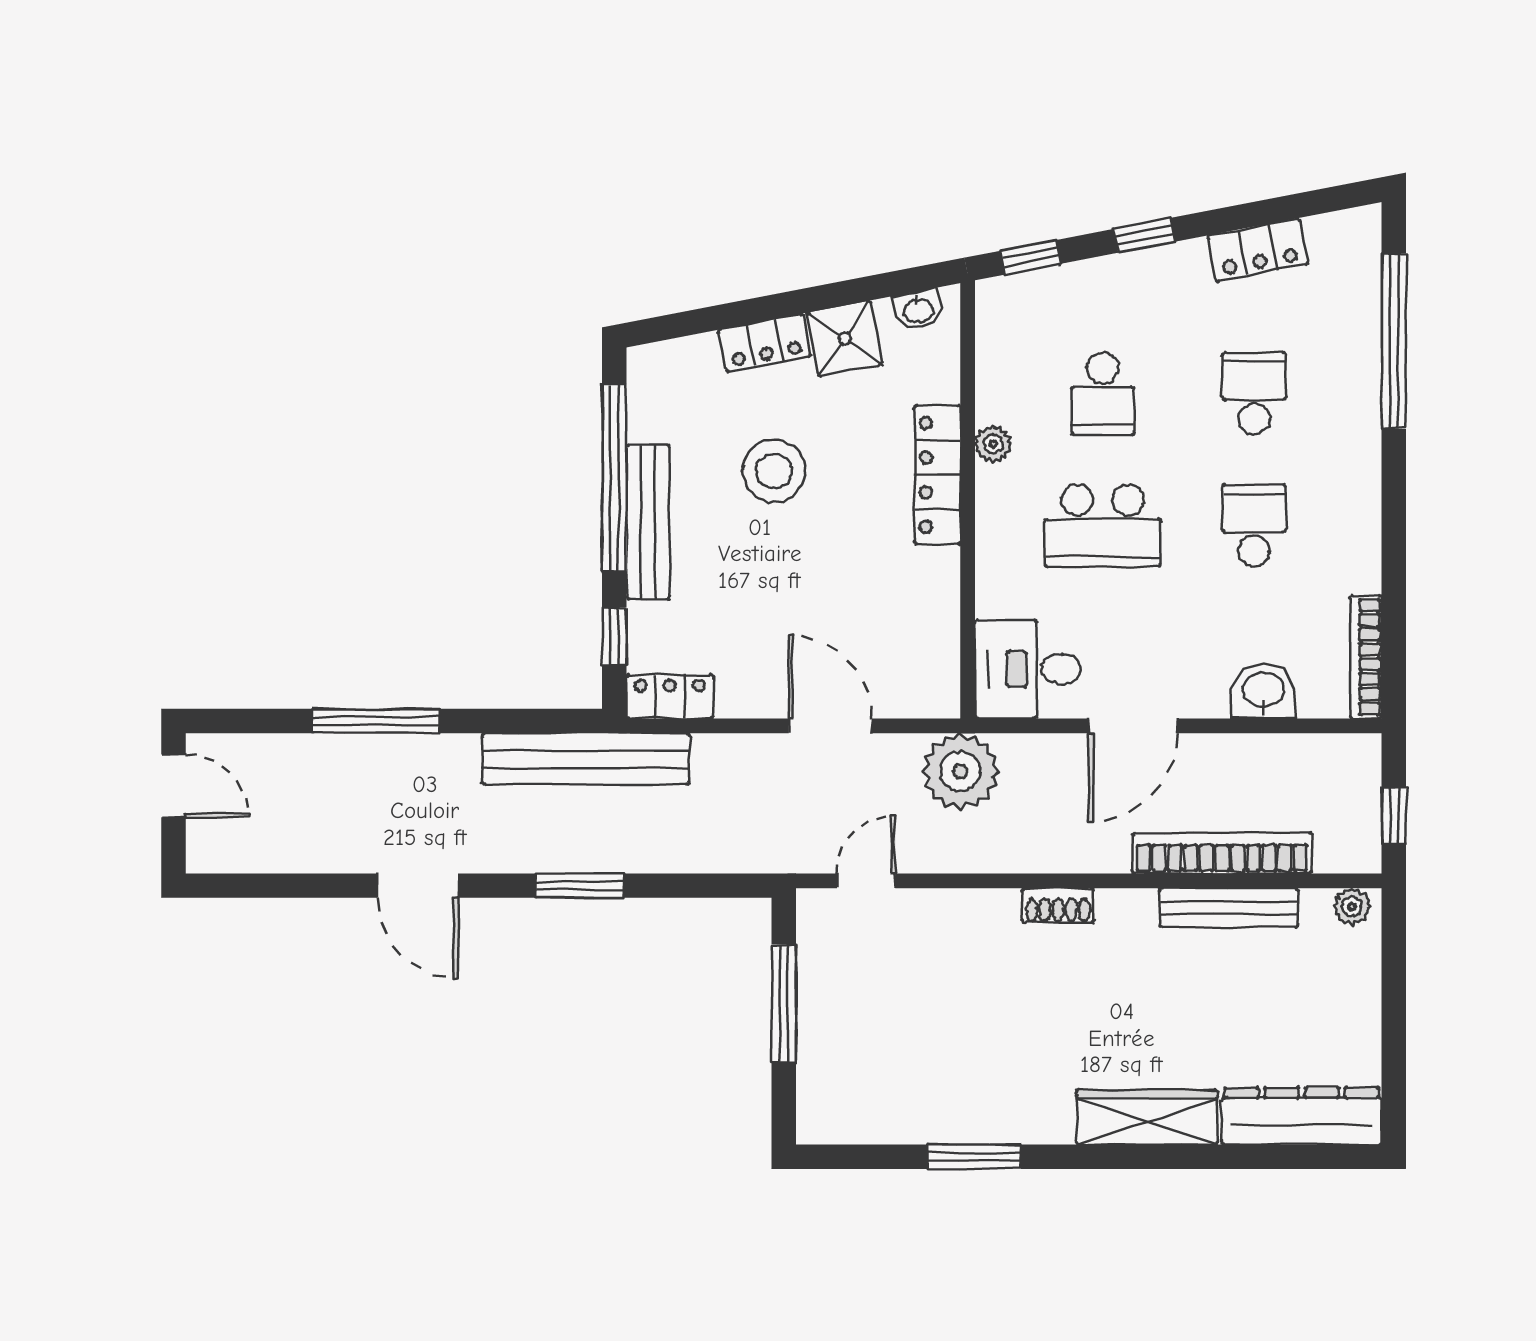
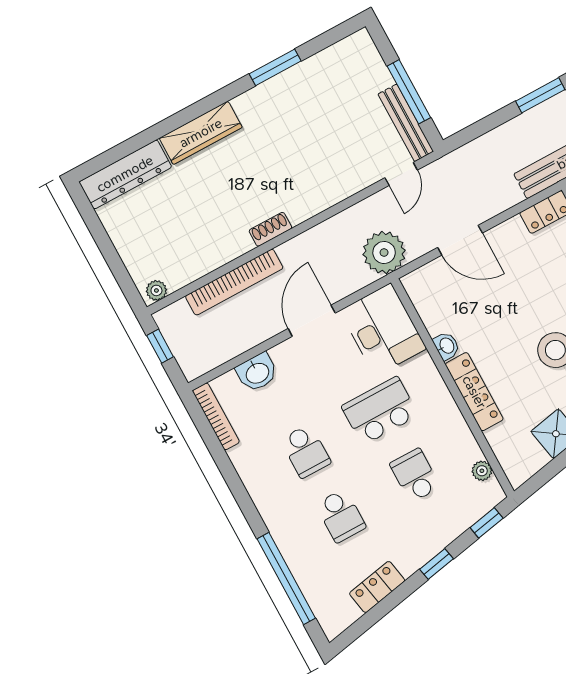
washbasin: (918, 310) -> (446, 346), moved, turned 101
plant: (993, 444) -> (482, 471), moved
desk: (1028, 669) -> (383, 330), width x1.37
shoe rack: (1058, 905) -> (270, 229), moved
bench: (1229, 907) -> (406, 123), moved, turned 90

